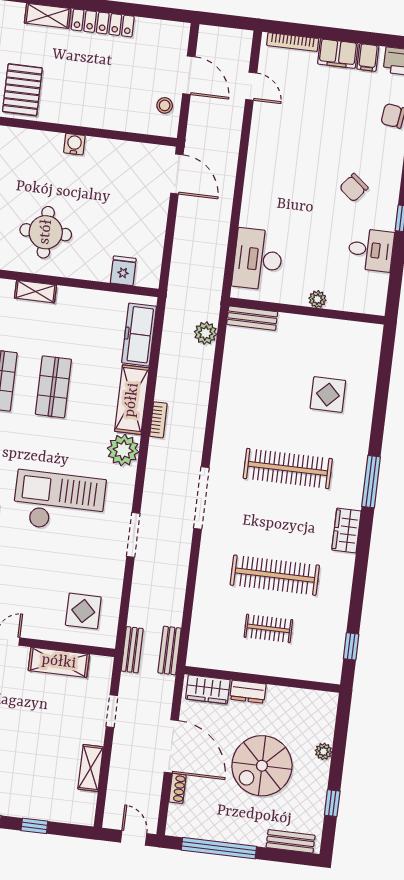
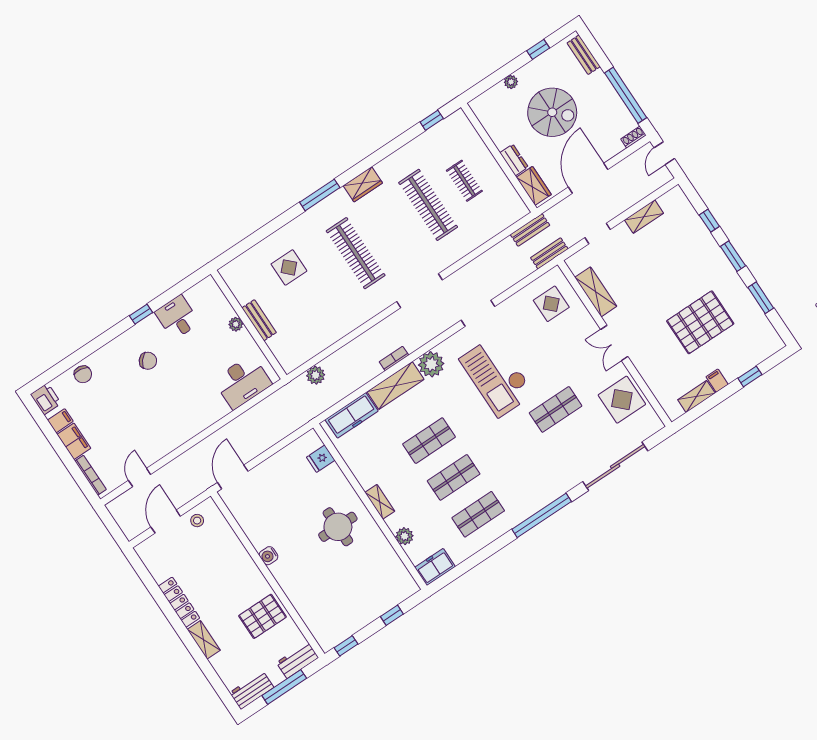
bench: (252, 318) -> (259, 320), moved
shoe rack: (178, 788) -> (633, 137), moved

